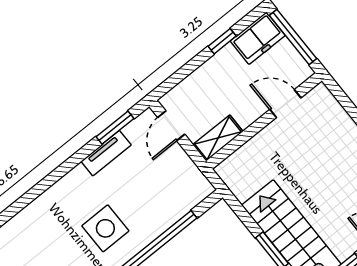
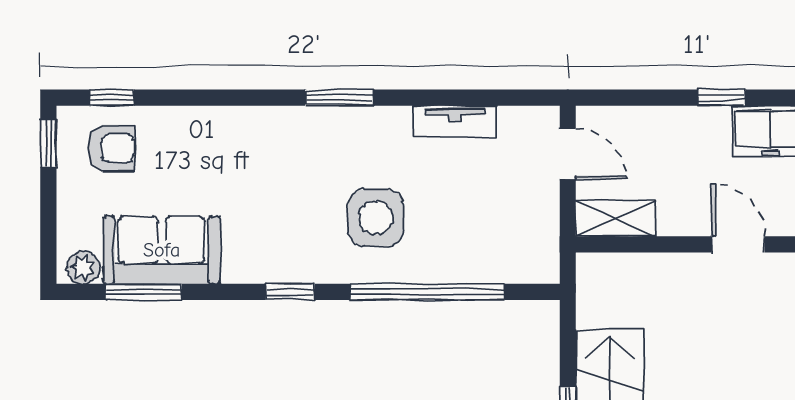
door: (171, 126) -> (568, 154), swing flipped
window: (115, 128) -> (339, 98), moved

